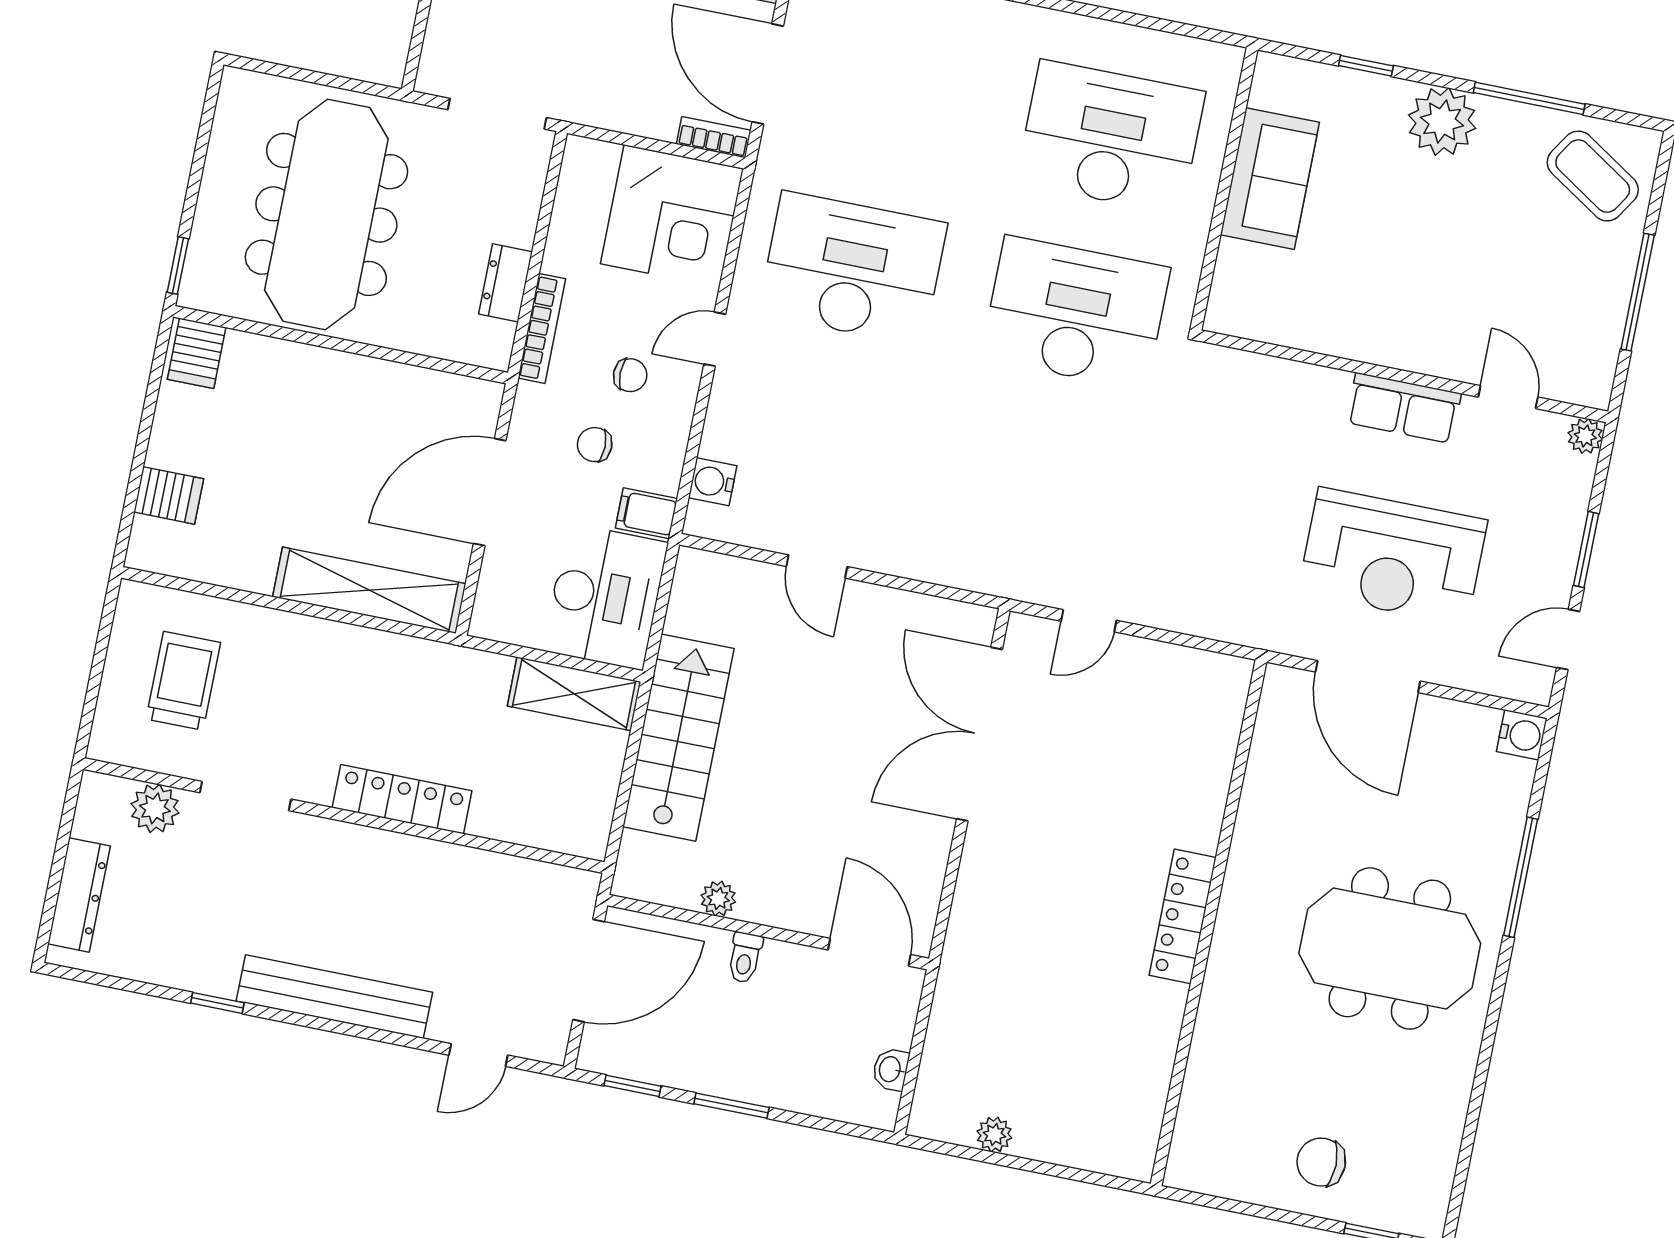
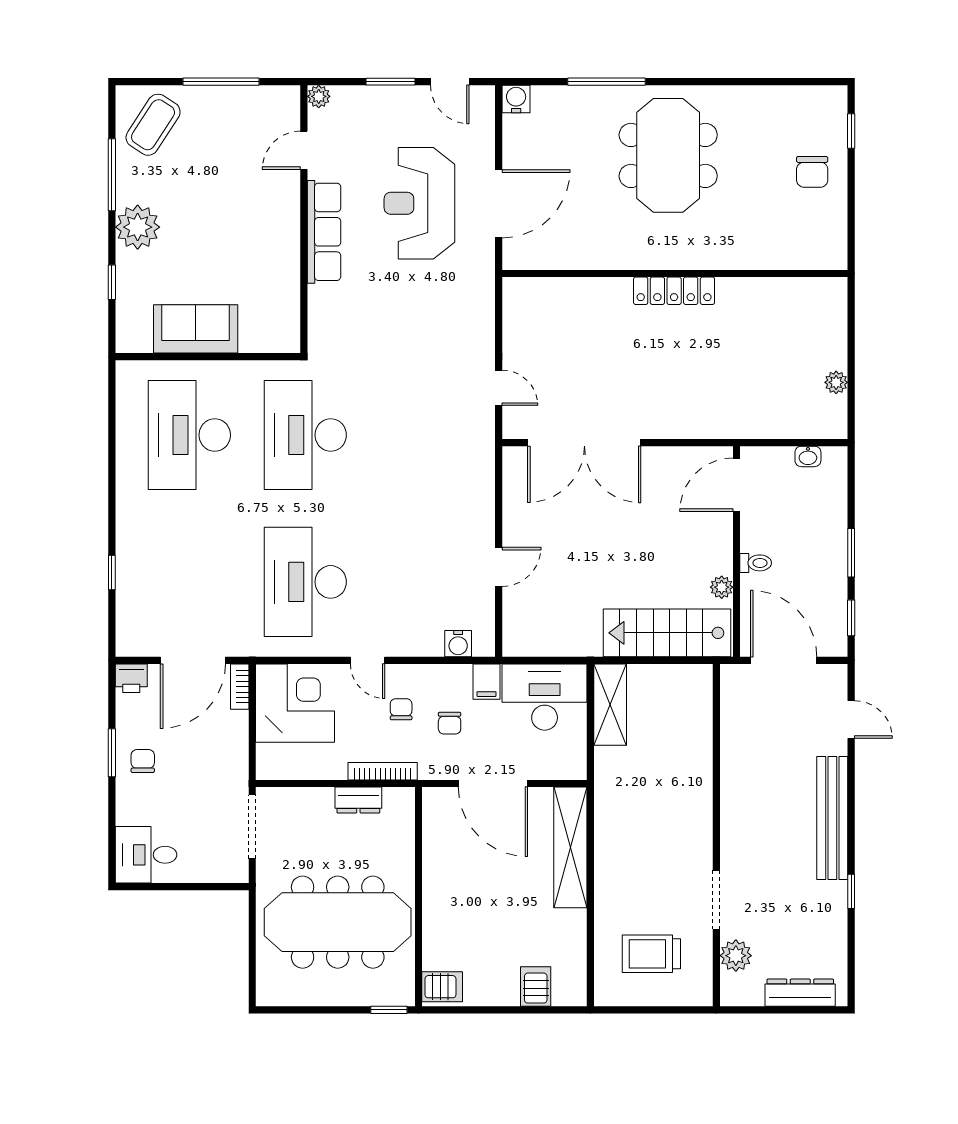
row of seats: (1404, 408) -> (324, 232), width x1.48
reception desk: (1393, 556) -> (419, 203), turned 180
stairs: (678, 738) -> (667, 633), moved
locker: (402, 799) -> (699, 800), removed

